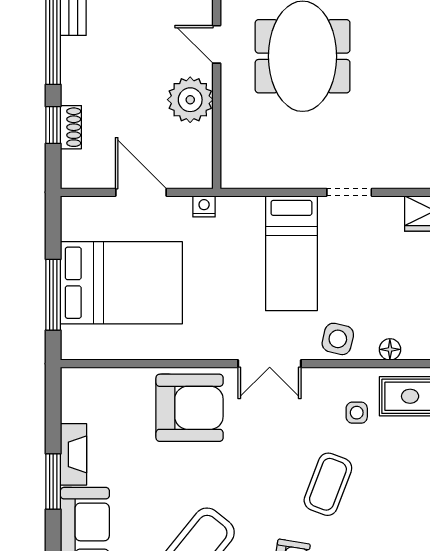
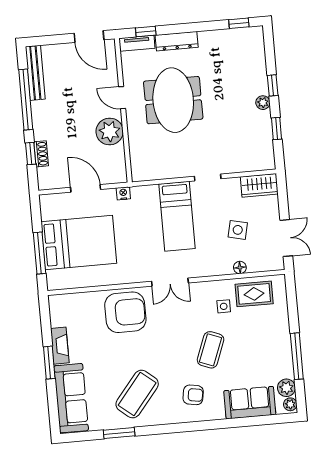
side table: (338, 339) -> (238, 230), moved

